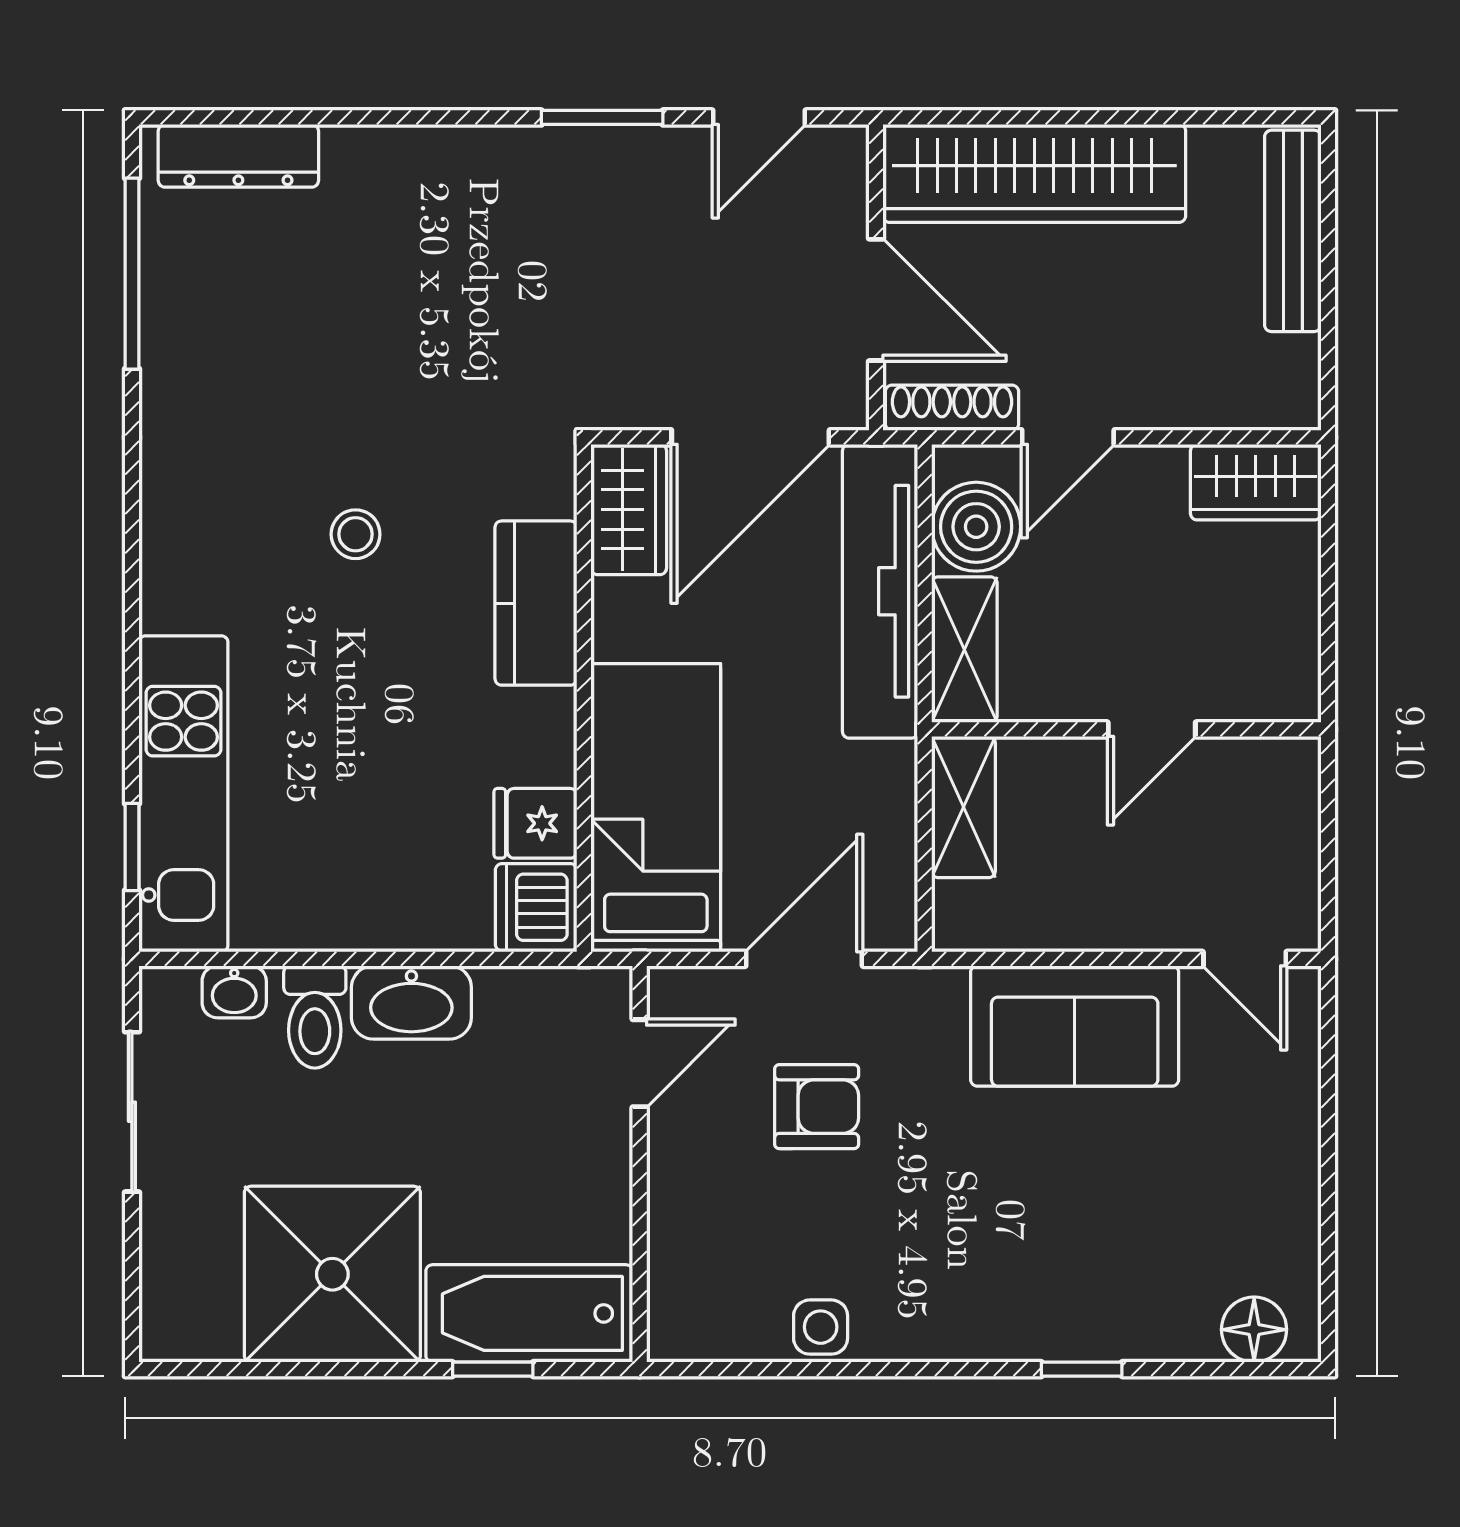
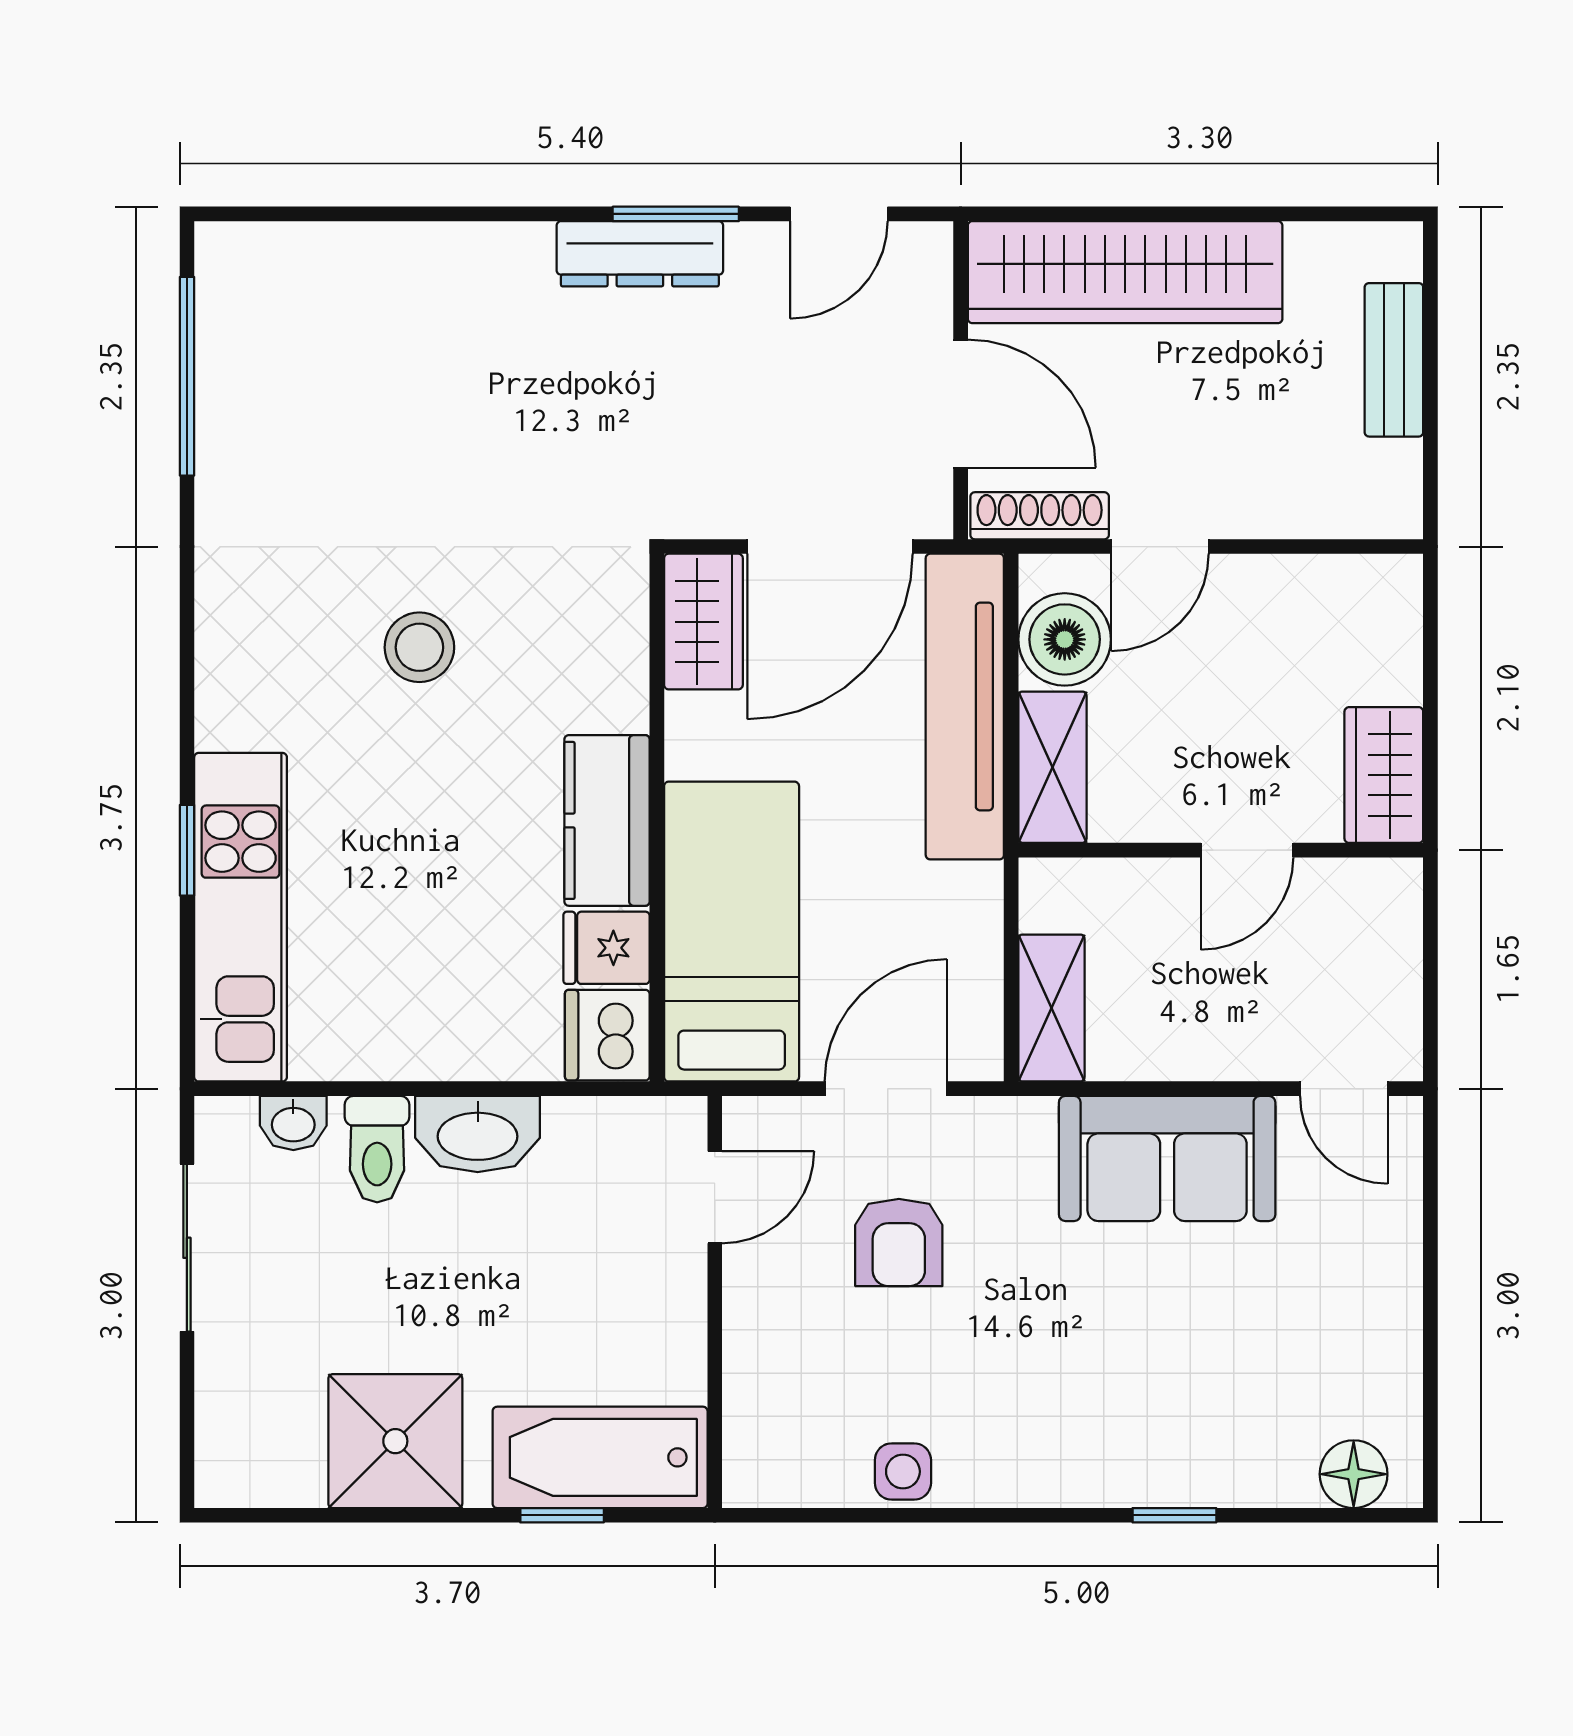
dresser: (238, 156) -> (640, 254), moved
bench: (1293, 231) -> (1394, 360), width x0.73
wardrobe: (1256, 482) -> (1384, 775), moved, turned 90
stool: (356, 534) -> (419, 647), width x1.37, depth x1.37
kitchen counter: (536, 603) -> (607, 820), moved
shelving: (963, 807) -> (1051, 1008), moved
window: (132, 847) -> (187, 850), moved
armchair: (817, 1107) -> (899, 1242), turned 90
shower: (332, 1274) -> (395, 1441), width x0.73, depth x0.73

